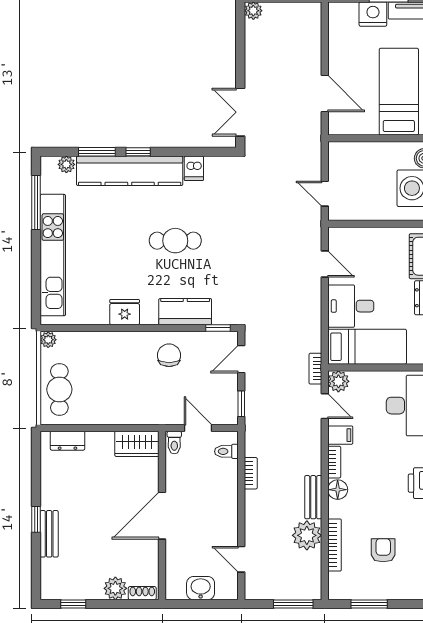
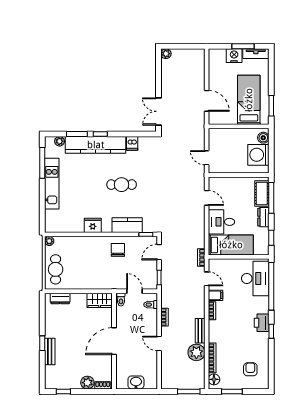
kitchen unit: (53, 255) -> (52, 184), width x0.73
plant: (338, 381) -> (214, 265), removed
floor lamp: (338, 490) -> (214, 379), moved
armchair: (383, 550) -> (250, 369), moved
door: (241, 559) -> (159, 343), moved

